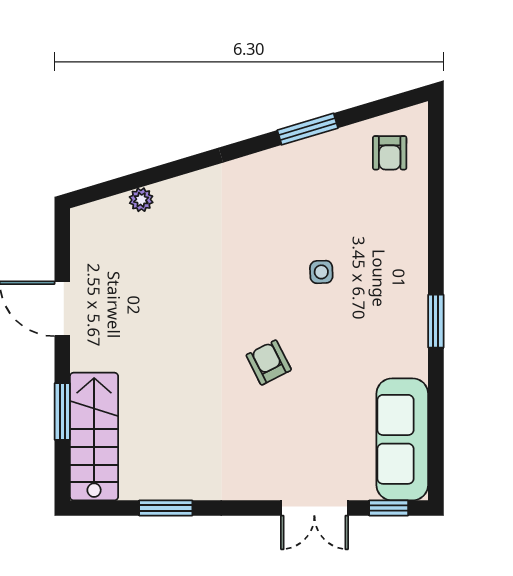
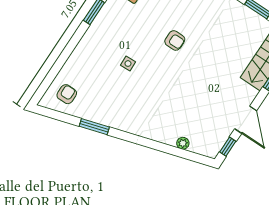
window: (62, 244) -> (228, 147), added
armchair: (269, 362) -> (175, 40), turned -63

